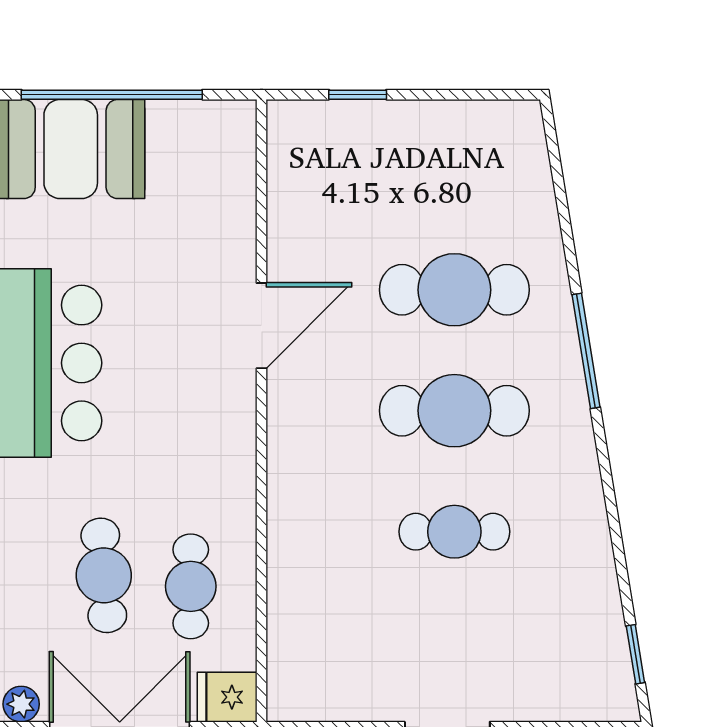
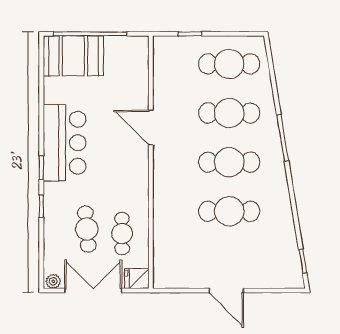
cafe table: (454, 169) -> (229, 64), added
door: (262, 326) -> (151, 128), swing flipped
cafe table: (454, 532) -> (229, 211), width x1.37, depth x1.35

